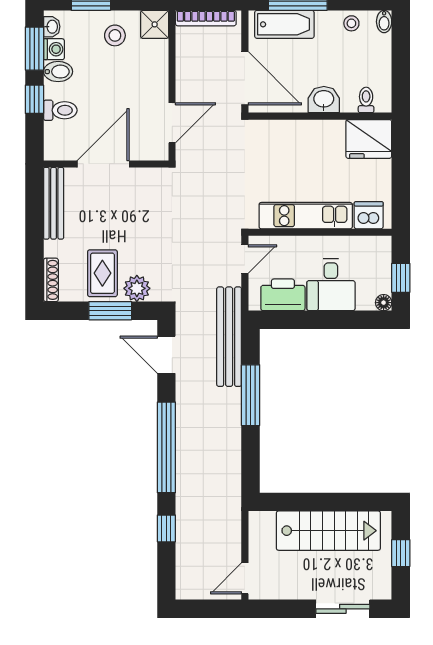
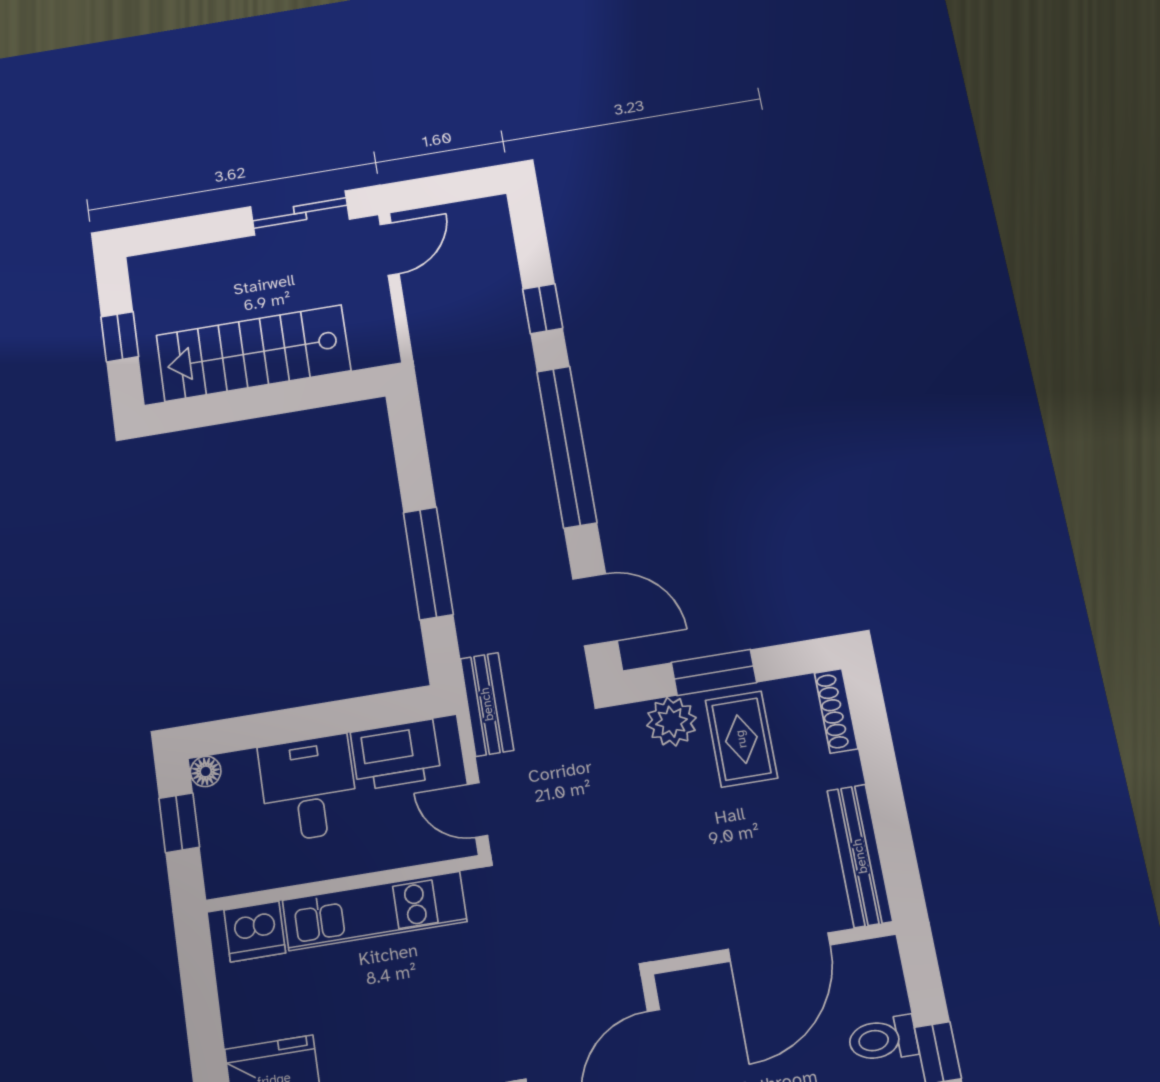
door: (245, 259) -> (477, 810), hinge flipped
bench: (229, 337) -> (487, 704), width x0.54, depth x0.82
sliding door: (343, 609) -> (300, 213), moved

